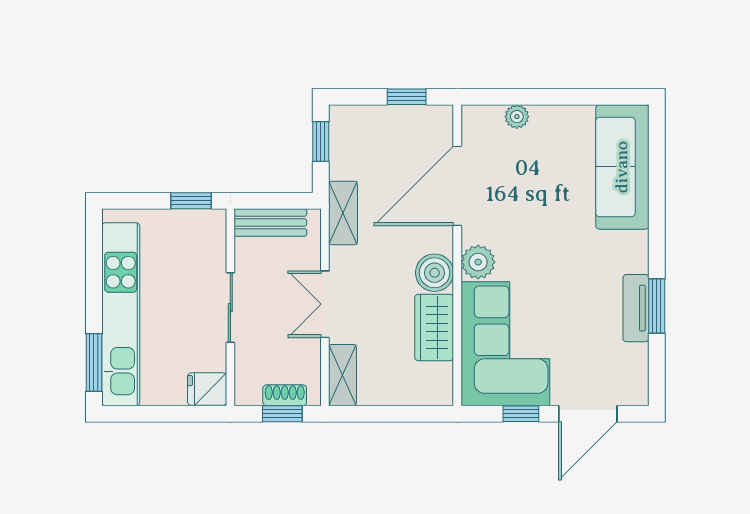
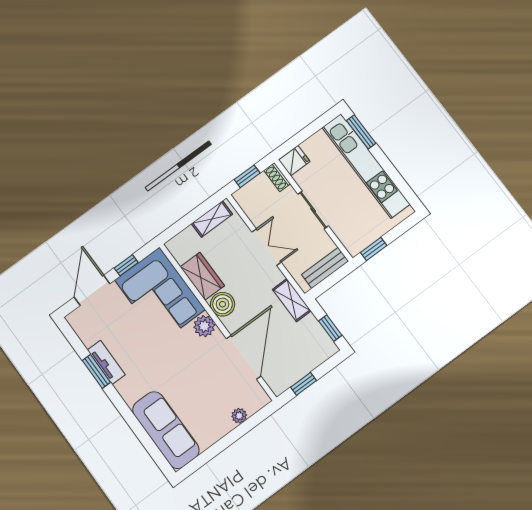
shelving: (342, 375) -> (212, 219), moved, turned 90
shoe rack: (285, 395) -> (277, 177), moved, turned 90

